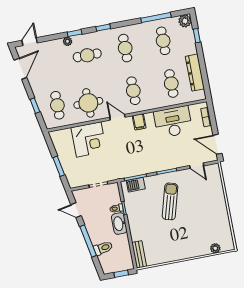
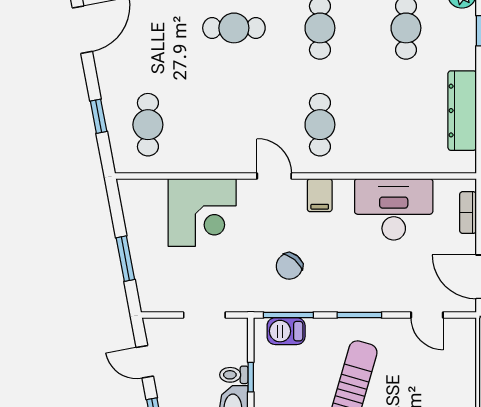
cafe table: (171, 84) -> (406, 125), removed
round table: (88, 103) -> (217, 133), removed
chair: (132, 156) -> (289, 266), added

